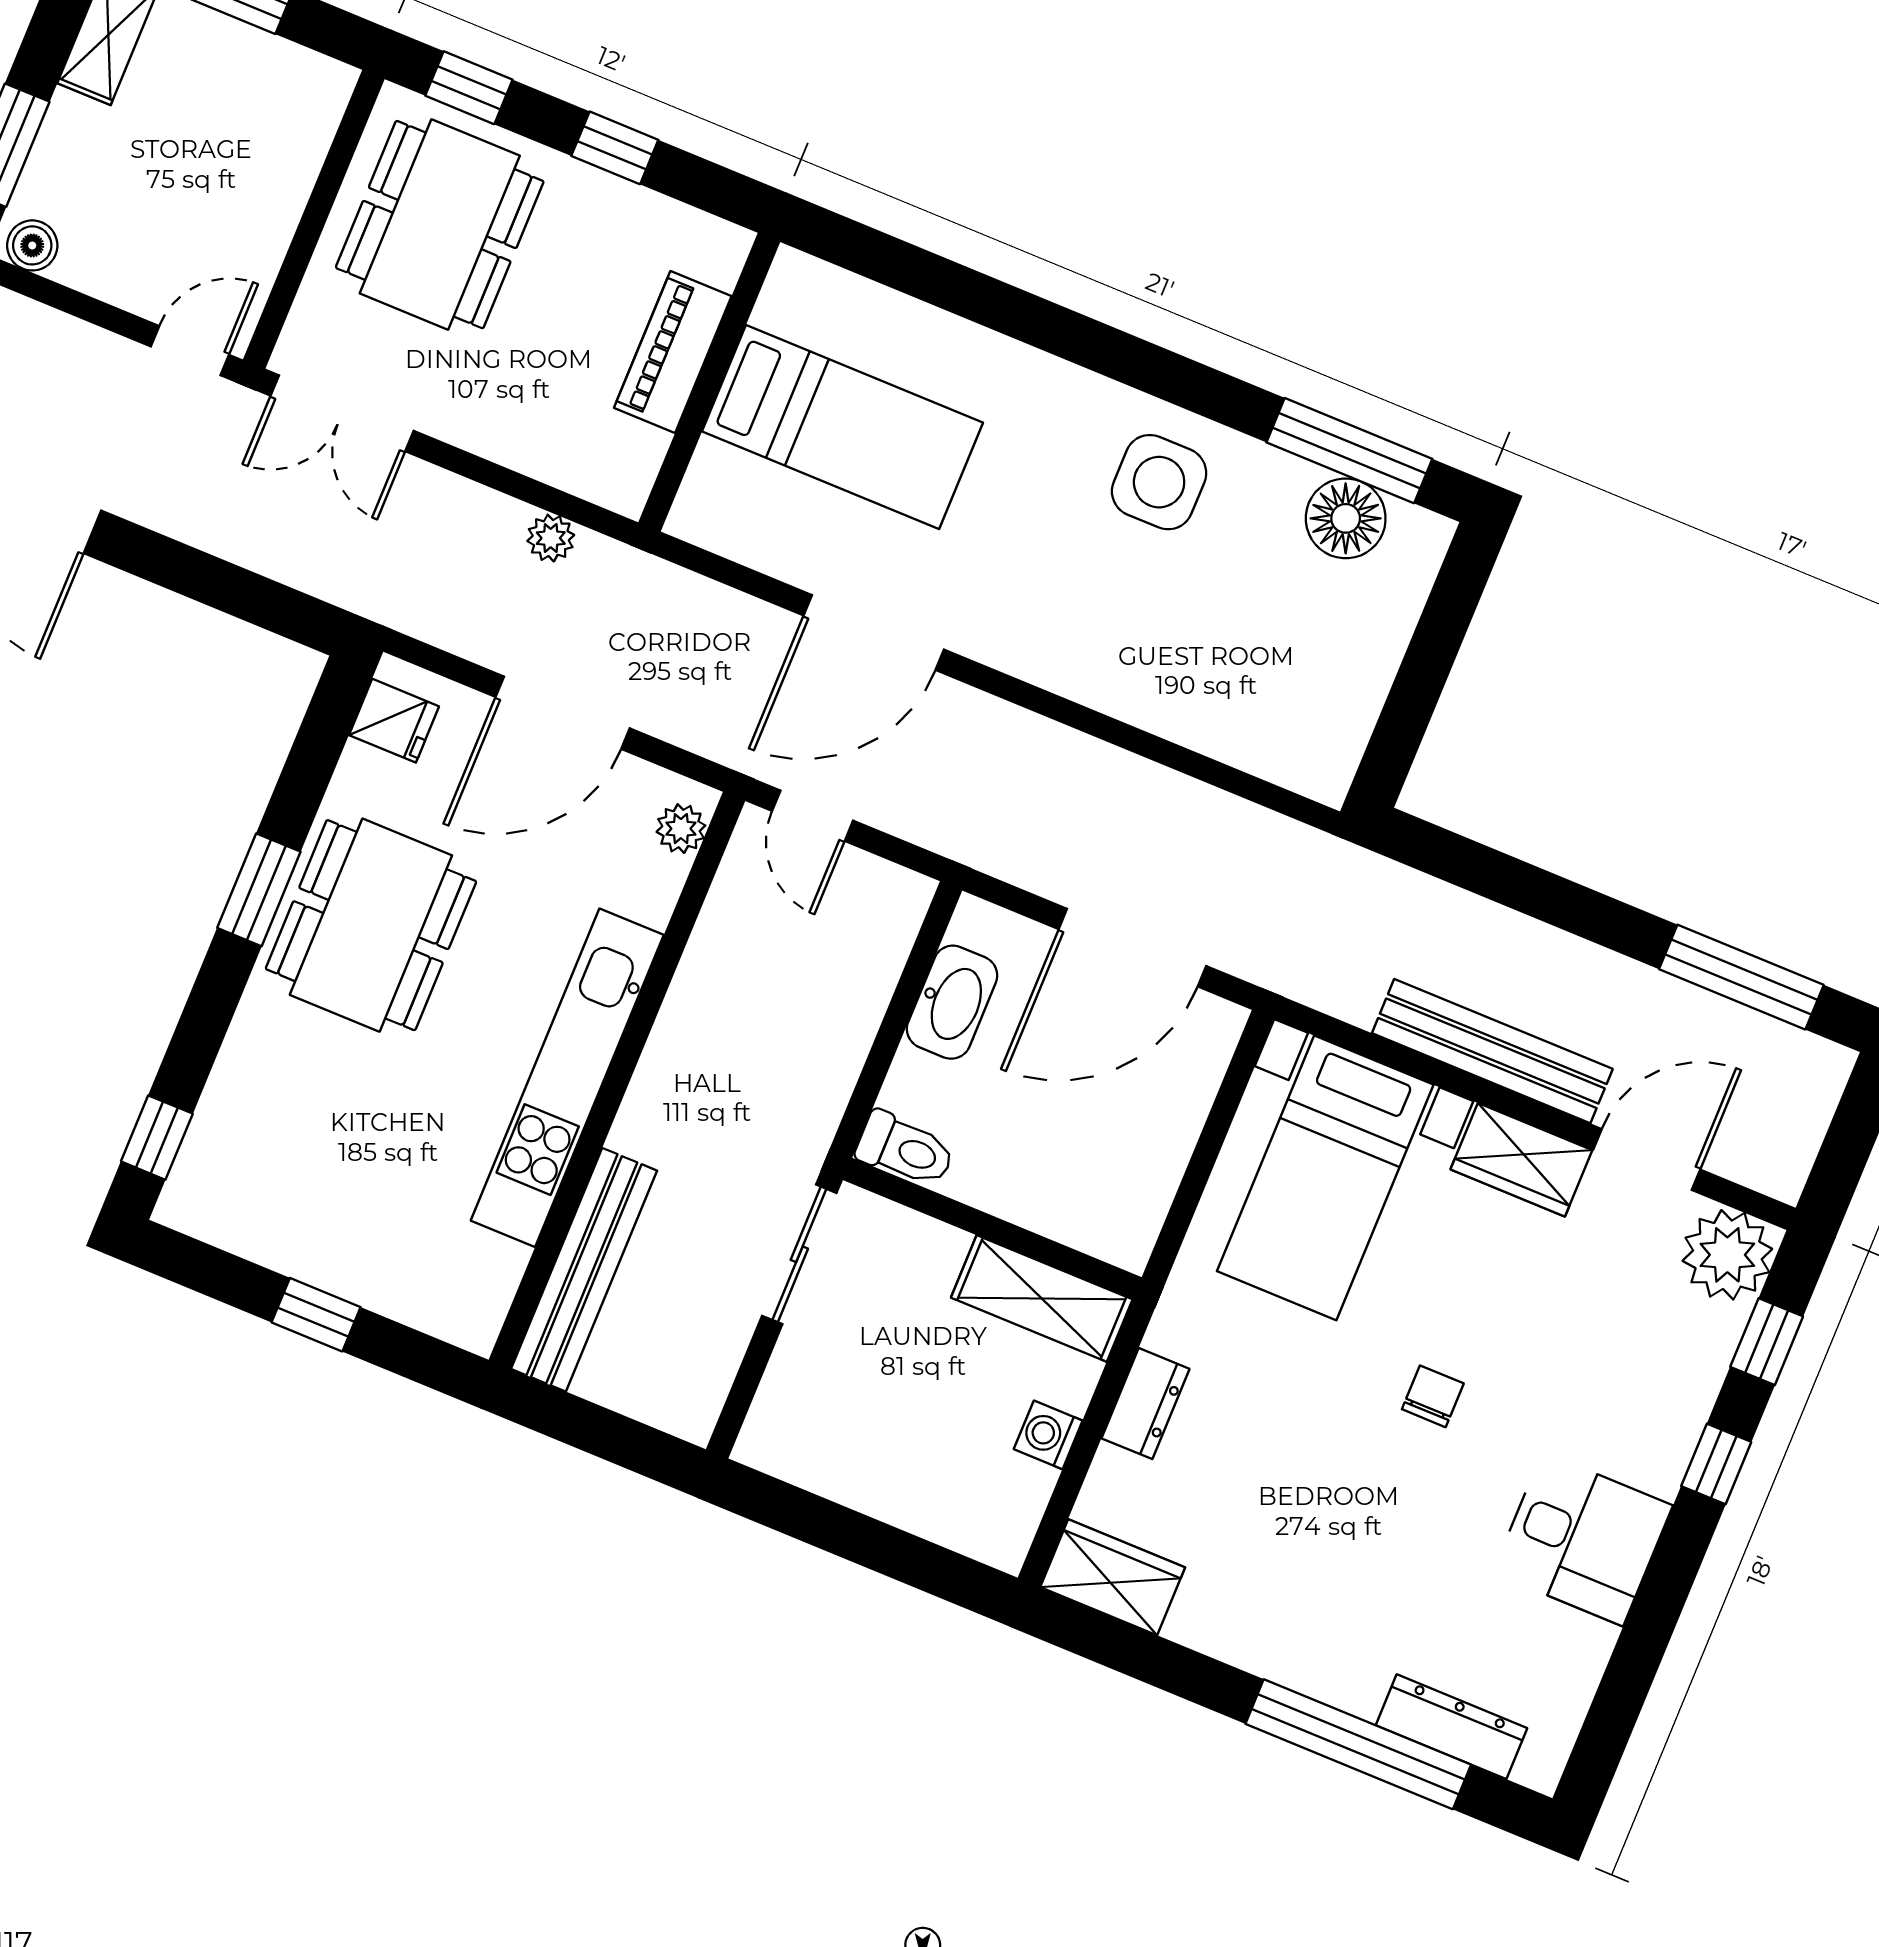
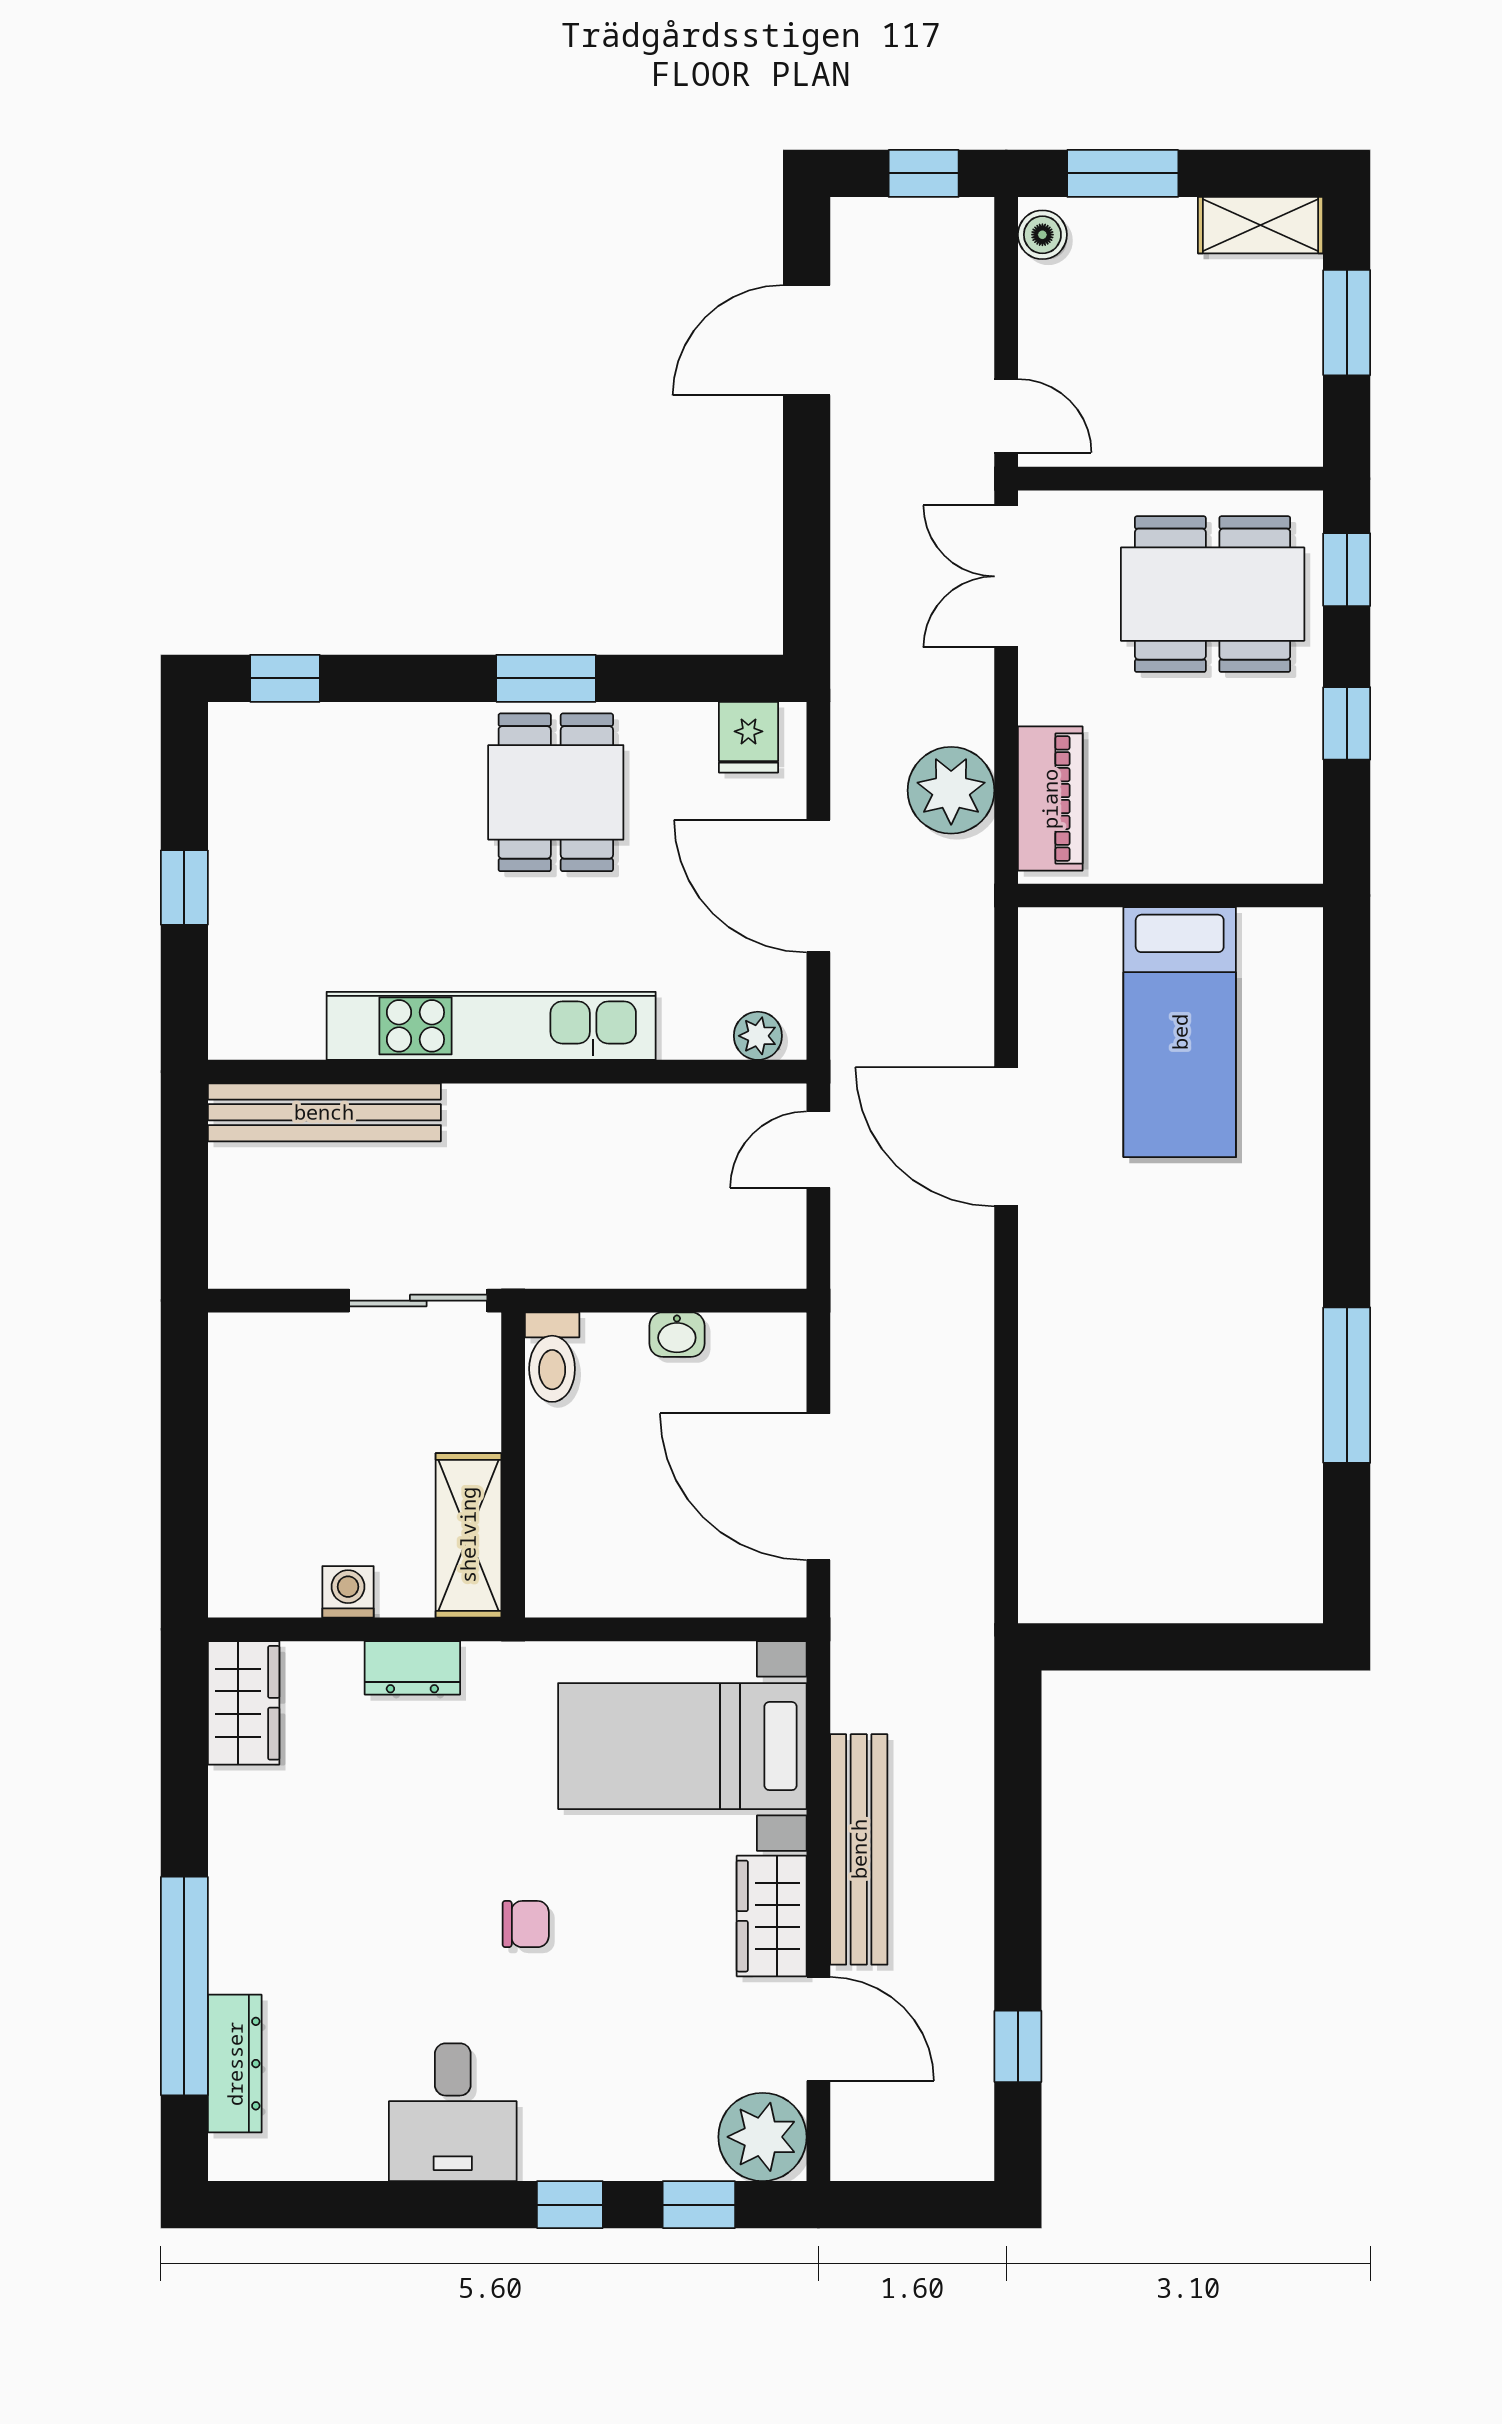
piano: (673, 352) -> (1050, 799), moved, turned 90
window: (1349, 451) -> (1347, 1385), moved
side table: (1159, 482) -> (1248, 1338), removed
floor lamp: (1346, 518) -> (1284, 1520), removed
plant: (551, 538) -> (951, 790), width x1.87, depth x1.87
dining table: (371, 925) -> (556, 792), width x0.73
window: (1741, 977) -> (1018, 2046), width x0.46
washbasin: (952, 1002) -> (677, 1335), width x0.52, depth x0.69

